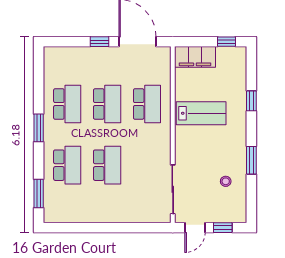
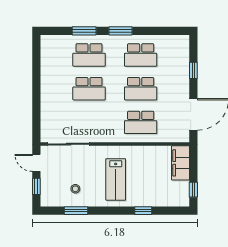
window: (100, 42) -> (193, 70), moved
lab bench: (201, 113) -> (116, 179), moved
window: (251, 160) -> (76, 211), moved
window: (39, 194) -> (84, 31), moved

